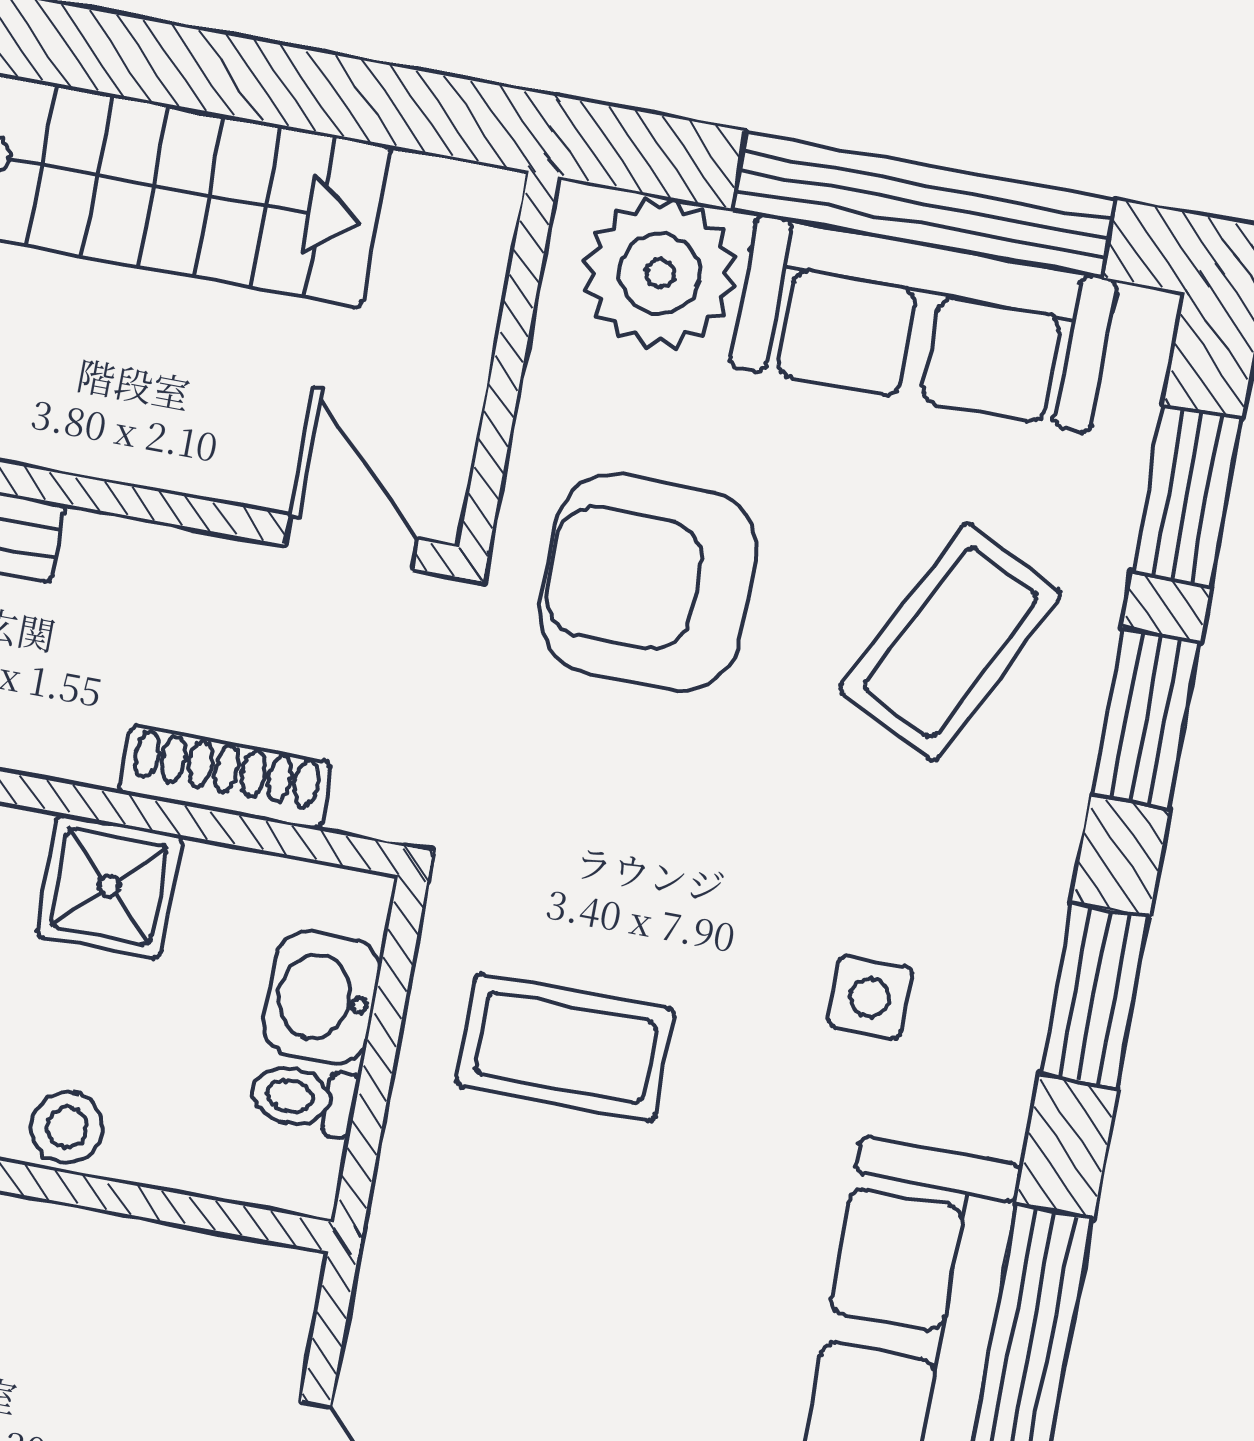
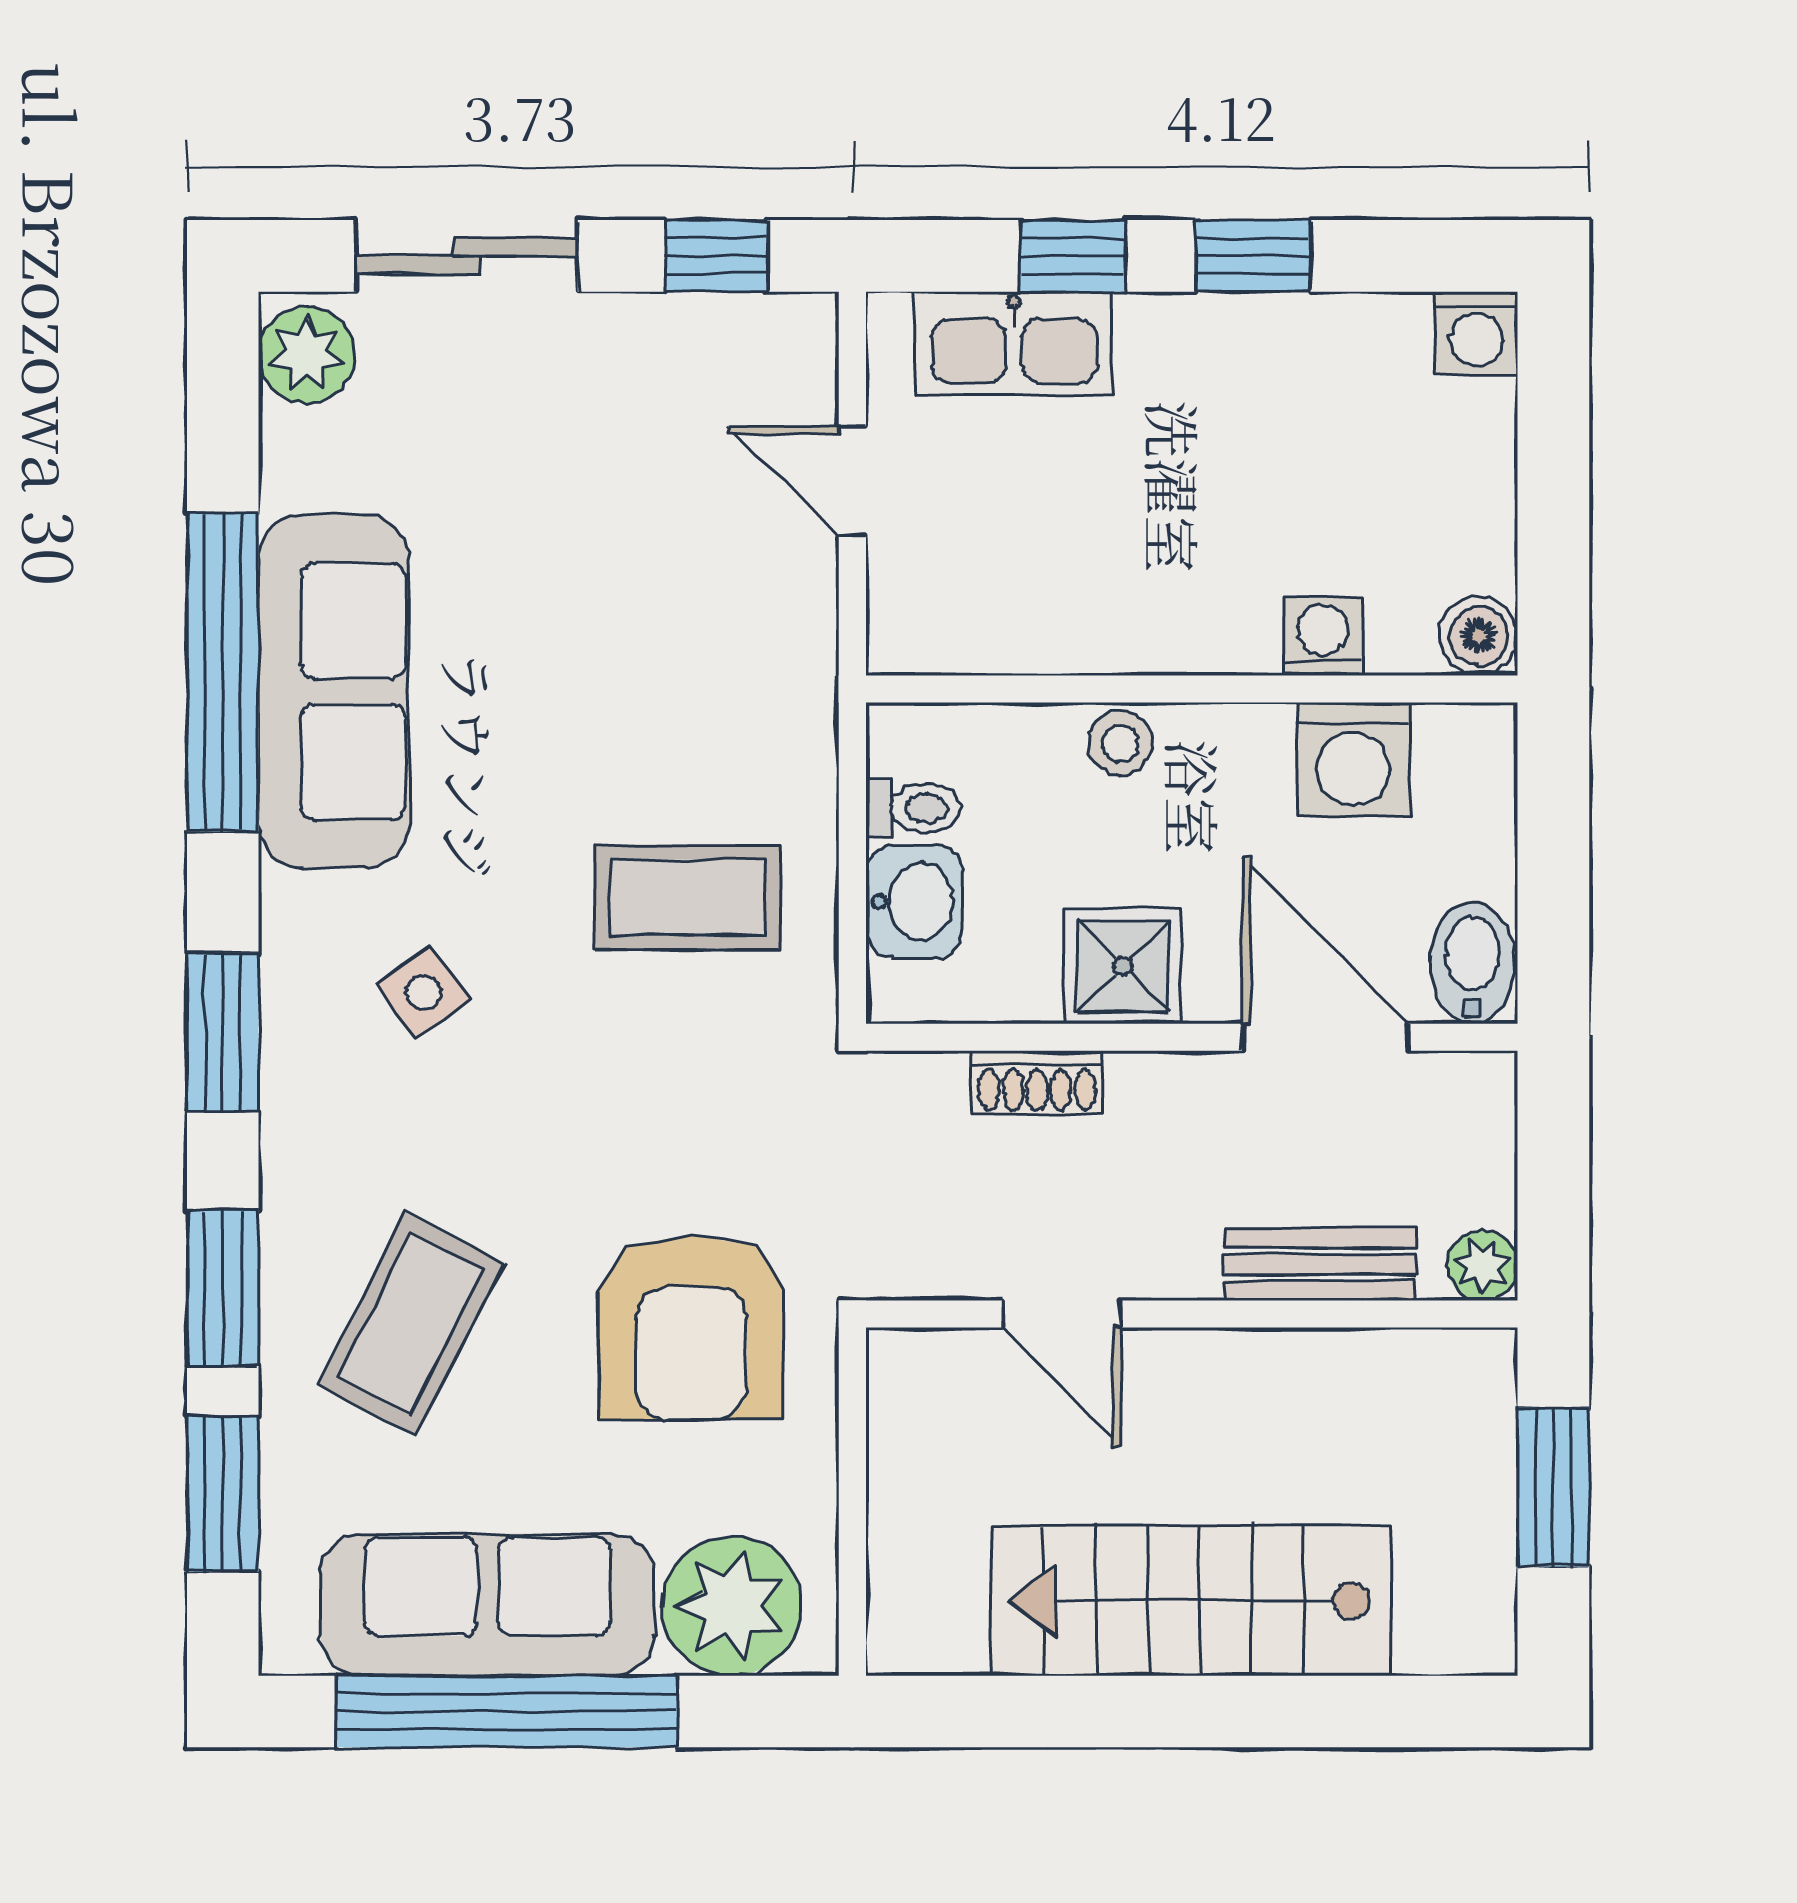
door: (351, 542) -> (1062, 1314), moved
armchair: (648, 582) -> (691, 1327), turned 90
shoe rack: (225, 778) -> (1037, 1082), width x0.70
side table: (870, 997) -> (423, 993), turned -36

